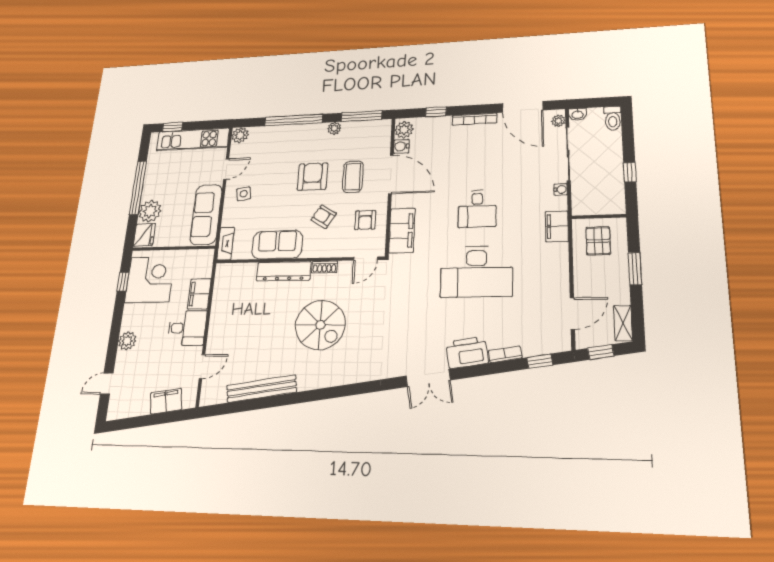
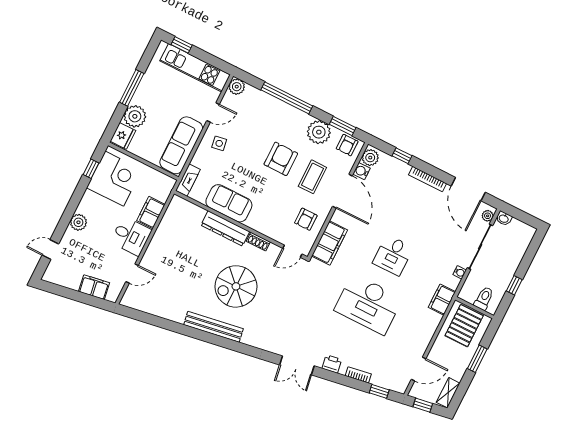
window: (361, 116) -> (343, 126), width x0.69
toilet: (613, 118) -> (484, 298), moved, turned 180
plant: (334, 128) -> (319, 132), width x1.88, depth x1.88
window: (138, 188) -> (132, 88), width x0.68
armchair: (324, 217) -> (347, 145), moved, turned -122
pallet: (598, 241) -> (464, 326), width x1.50, depth x1.42
spiral stairs: (320, 325) -> (236, 286), turned 90
printer: (467, 352) -> (332, 364), width x0.53, depth x0.68
bench: (262, 389) -> (213, 327), moved

